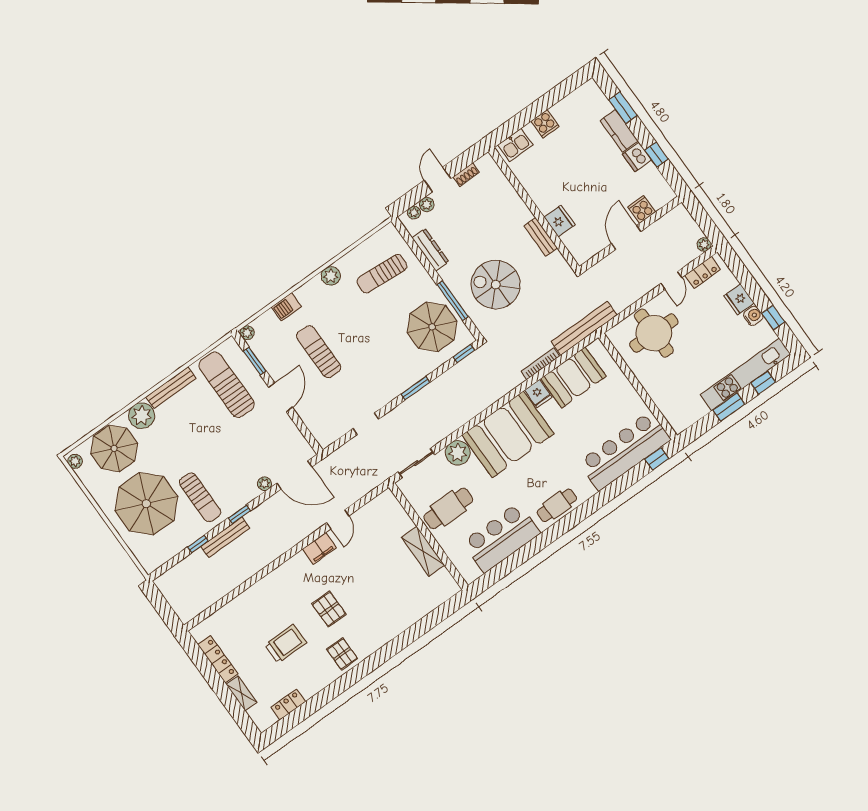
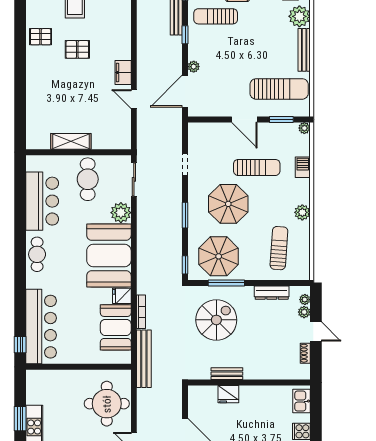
parasol: (374, 354) -> (228, 204), added

